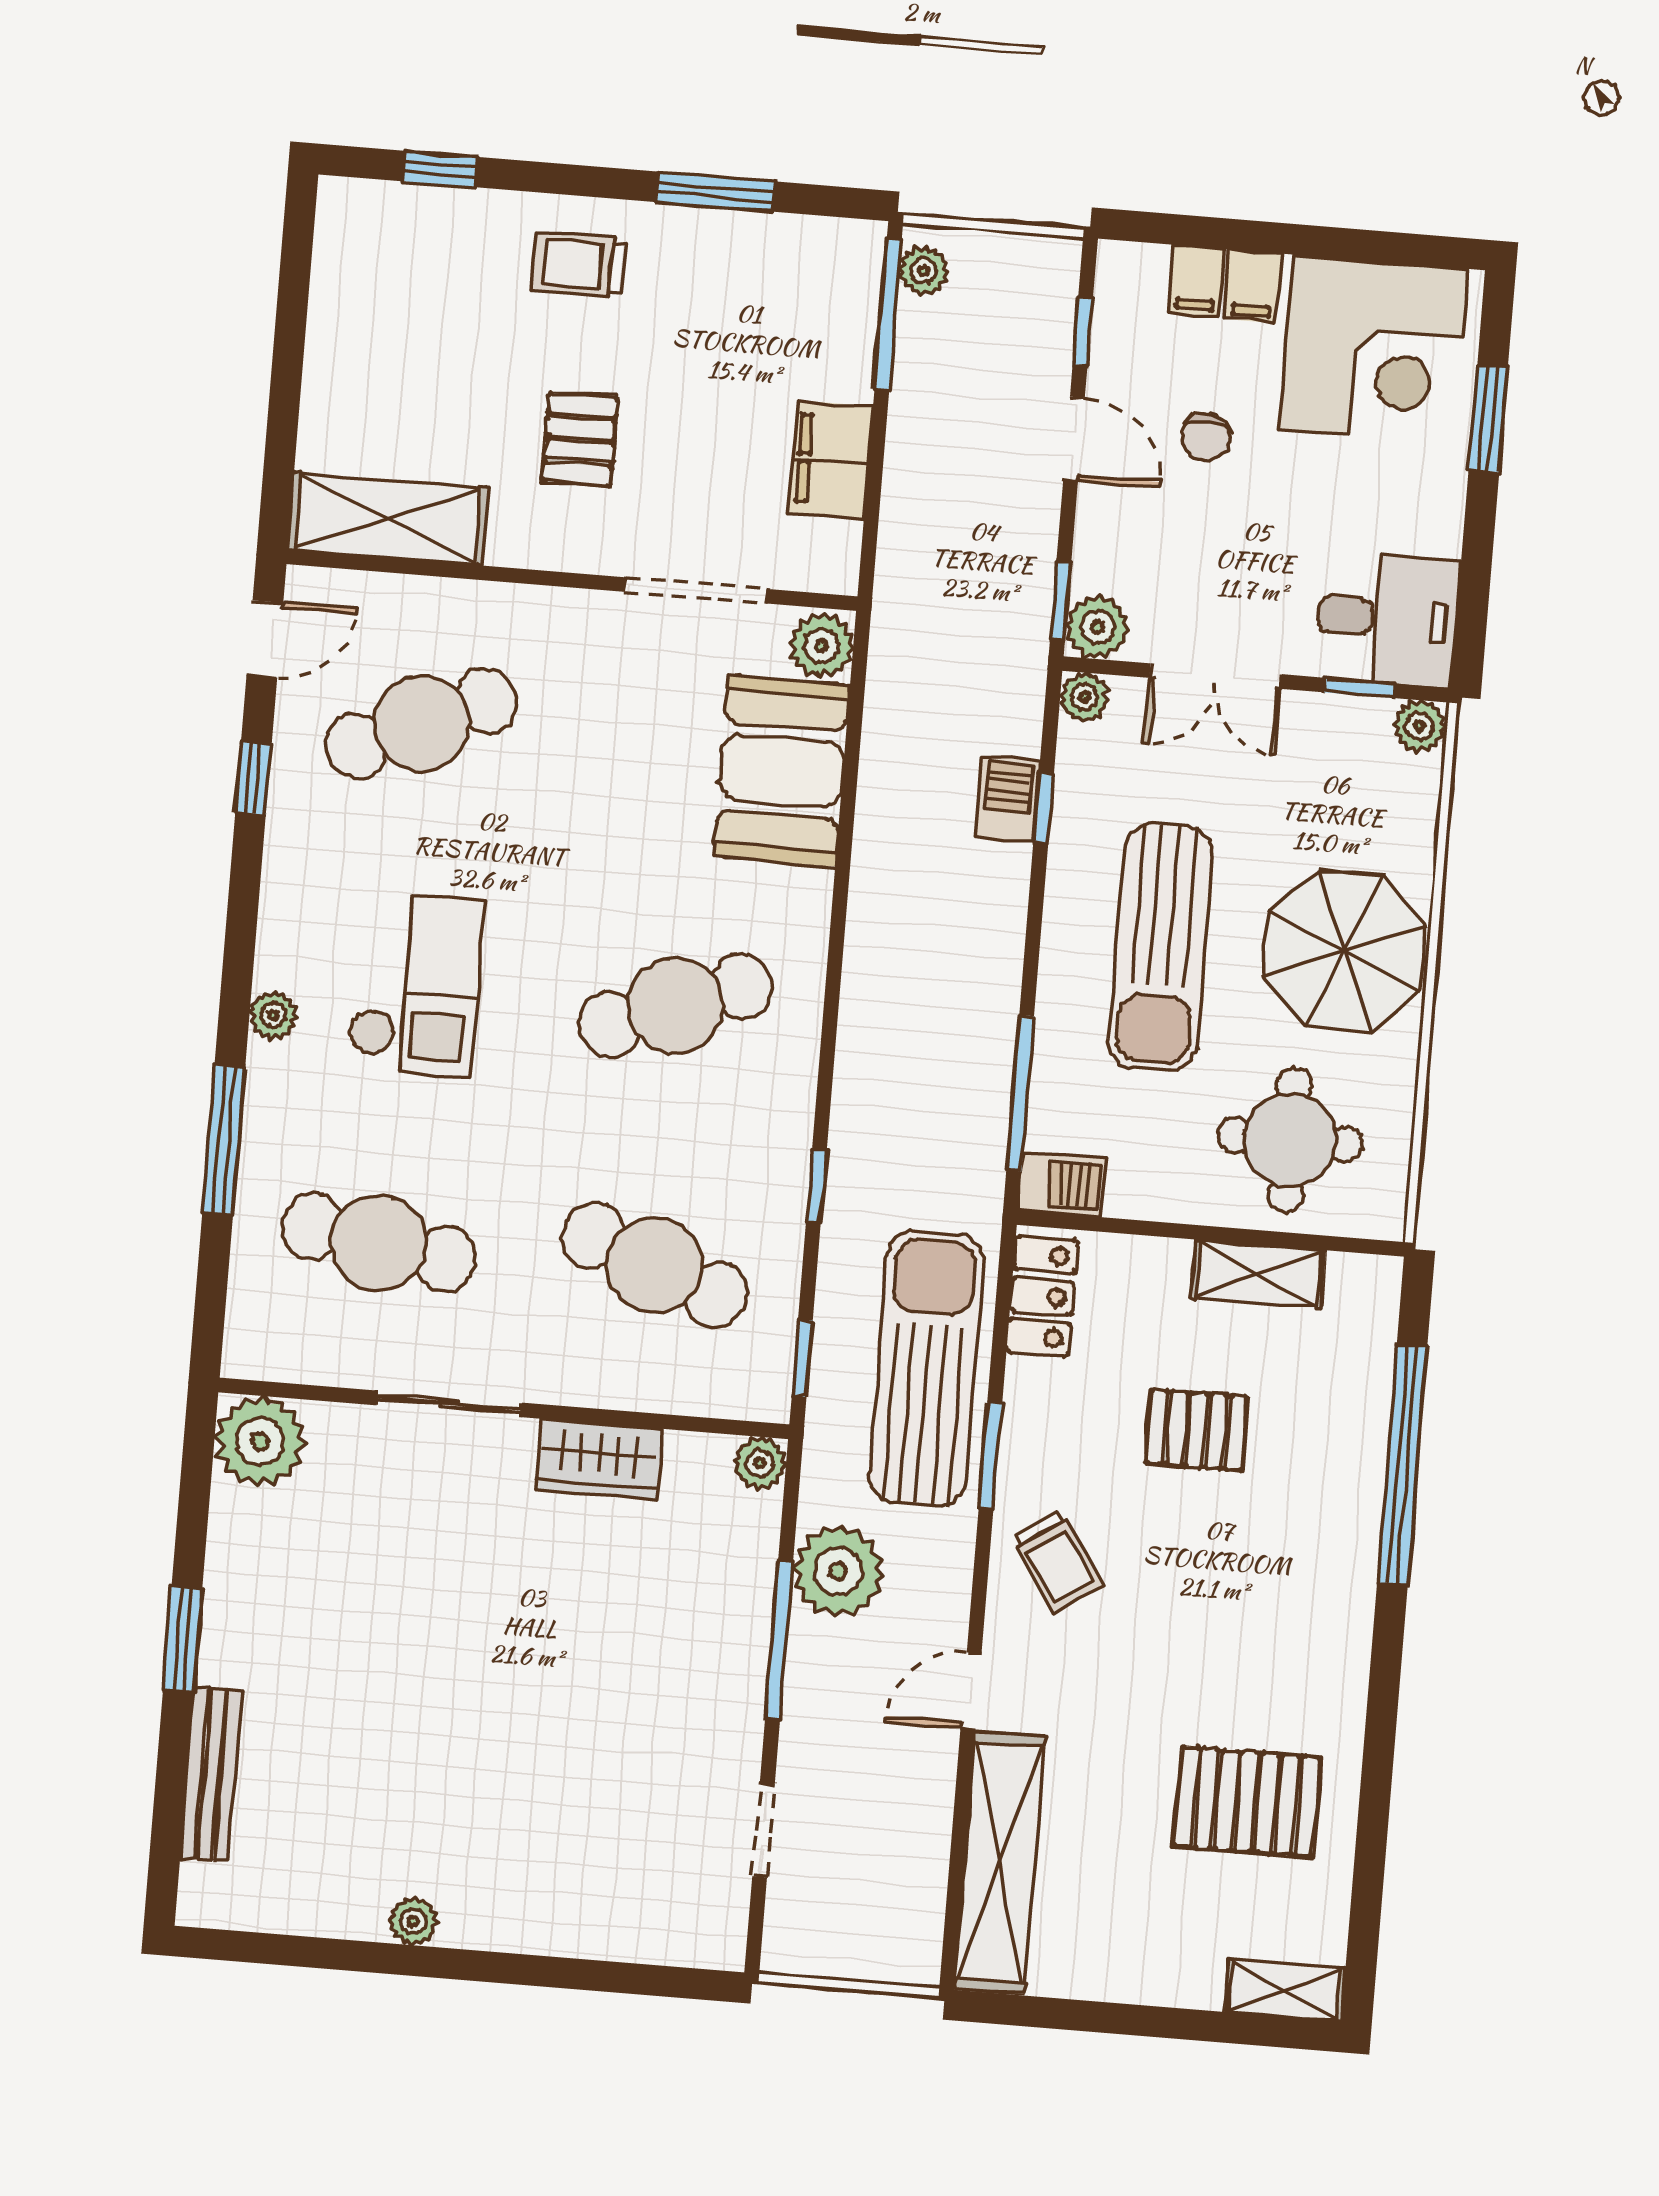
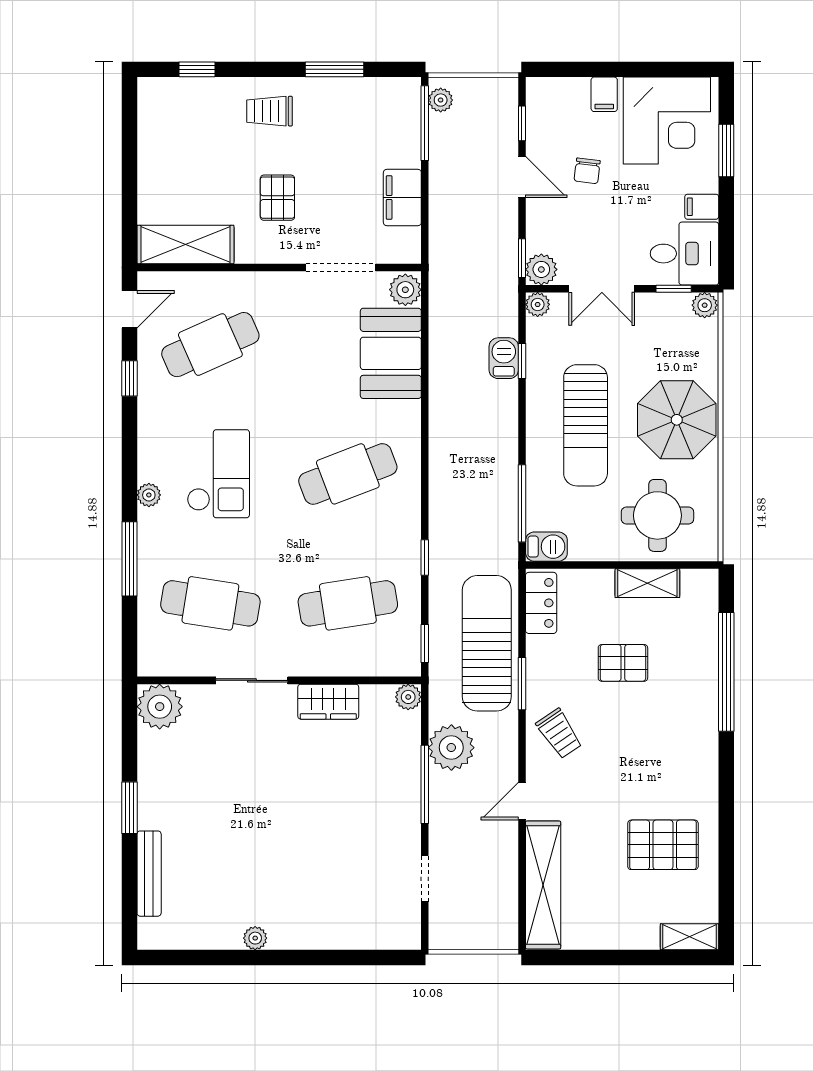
filing cabinet: (1196, 281) -> (702, 207), moved, turned 90
cafe table: (654, 1265) -> (348, 603), turned -30

